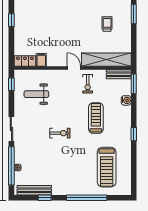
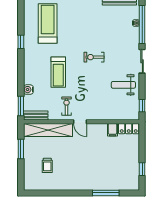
window: (134, 14) -> (21, 149), moved
weight bench: (36, 94) -> (123, 85), moved, turned 180
window: (134, 134) -> (21, 42), moved

